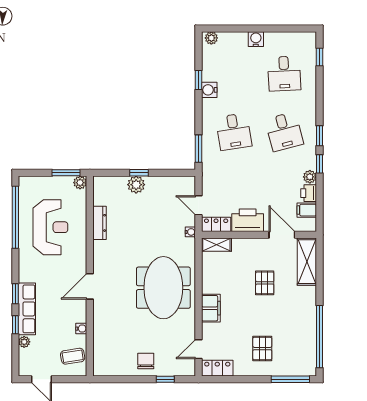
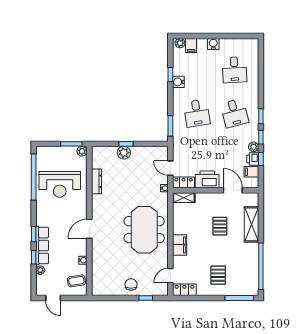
filing cabinet: (226, 41) -> (191, 45), added
window: (319, 57) -> (261, 159), moved
reception desk: (50, 227) -> (60, 184), turned 90
shelving: (307, 262) -> (251, 224), moved

